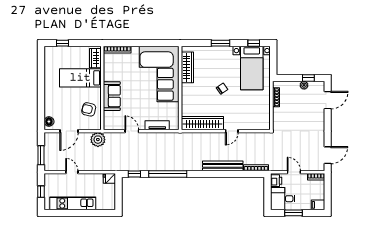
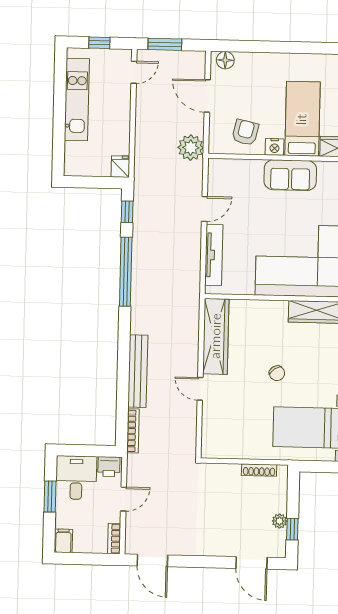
nightstand: (96, 93) -> (275, 147), added
sofa: (112, 96) -> (290, 175), moved
tv unit: (157, 125) -> (214, 255), width x1.41
door: (72, 172) -> (134, 72), moved

